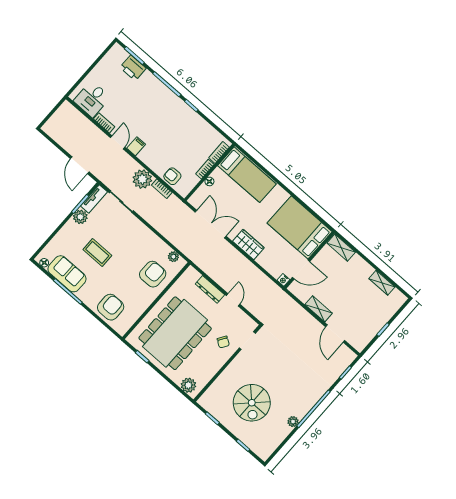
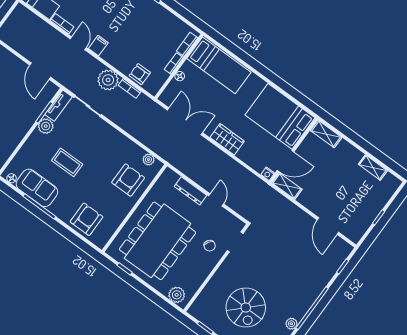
shelving: (319, 309) -> (287, 186), moved

